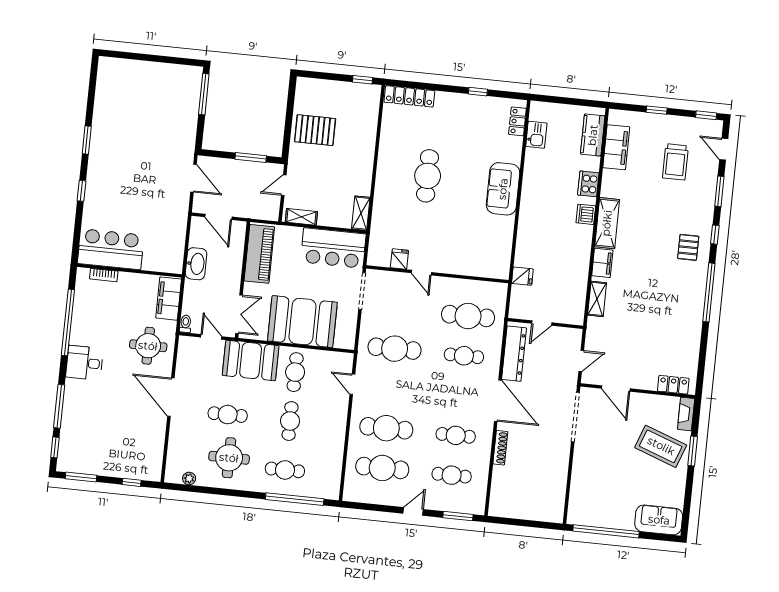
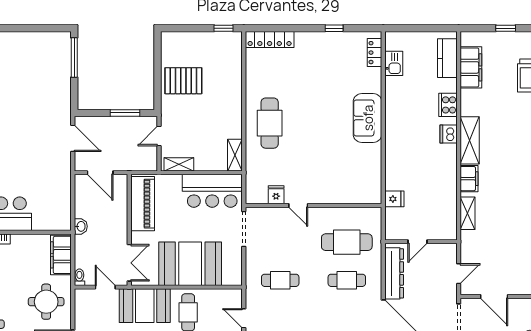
cafe table: (428, 176) -> (270, 123), moved
washbasin: (196, 264) -> (81, 226), width x0.52, depth x0.69
cafe table: (395, 349) -> (280, 280), width x0.73, depth x0.74

